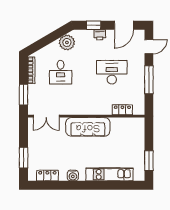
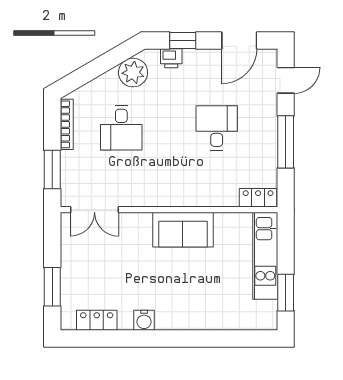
printer: (100, 35) -> (171, 58), moved
desk: (112, 72) -> (217, 128), width x0.73
locker: (122, 110) -> (258, 198), moved
sofa: (88, 127) -> (183, 230), width x0.73
kitchen unit: (109, 174) -> (265, 256), moved, turned -90

